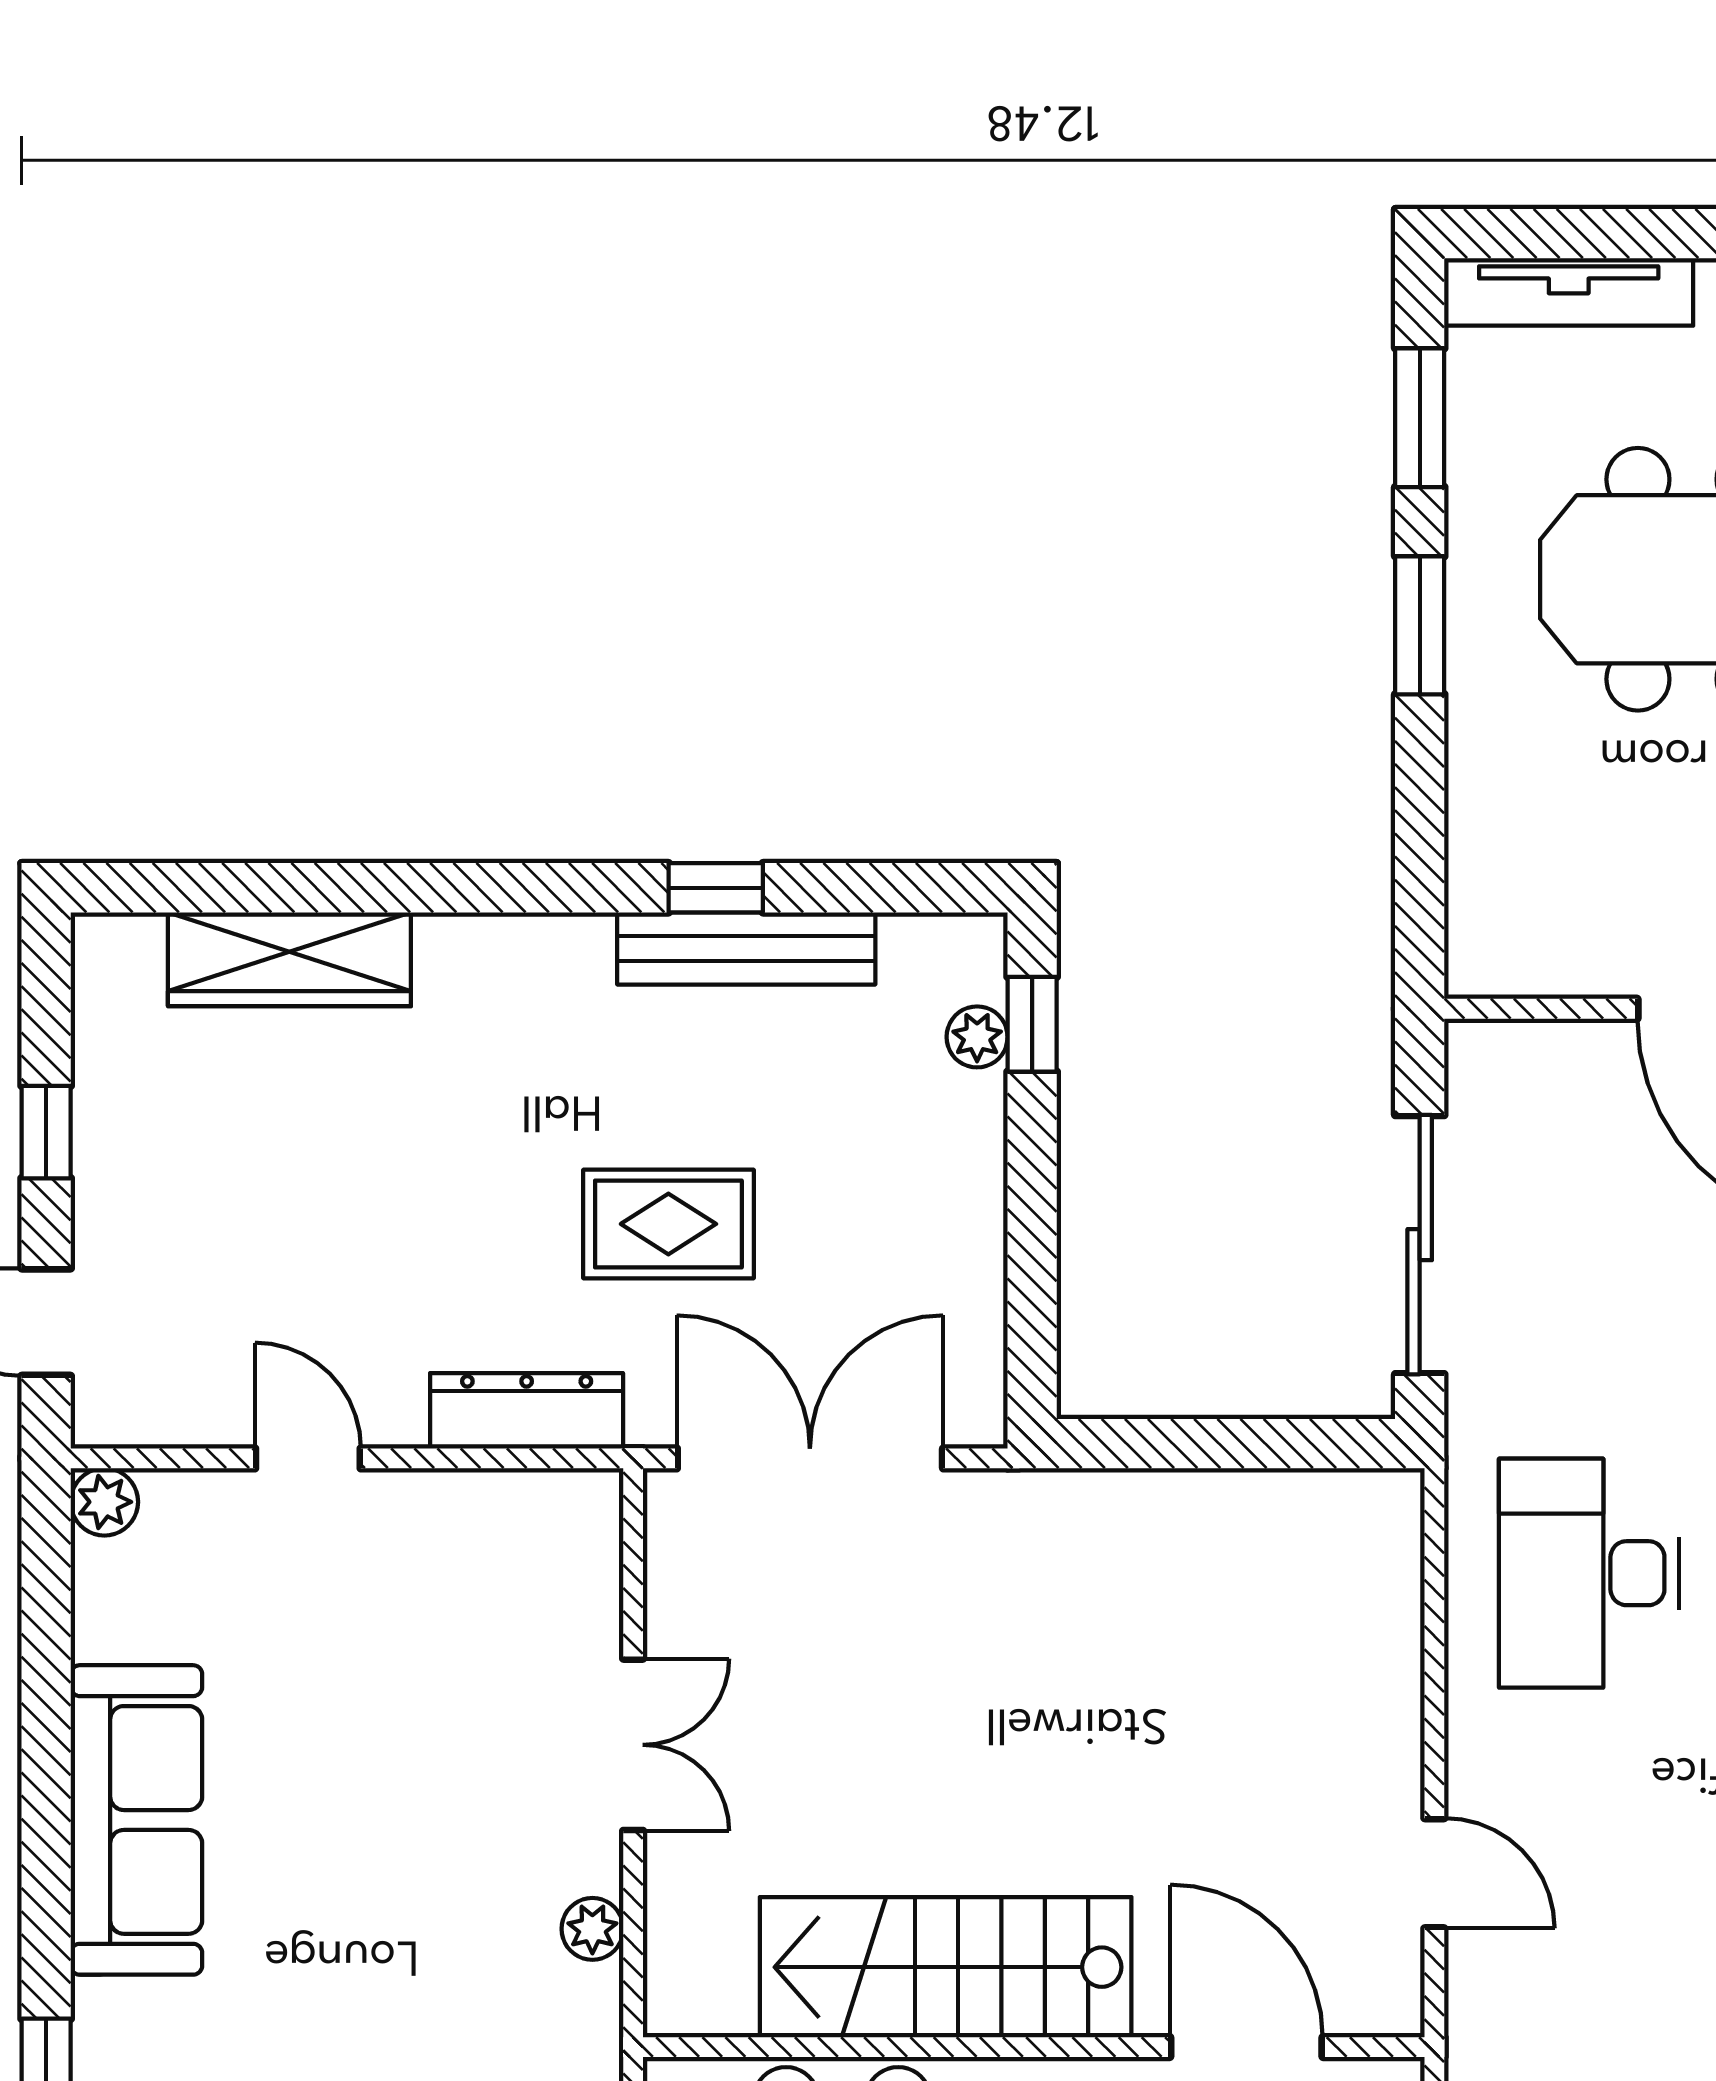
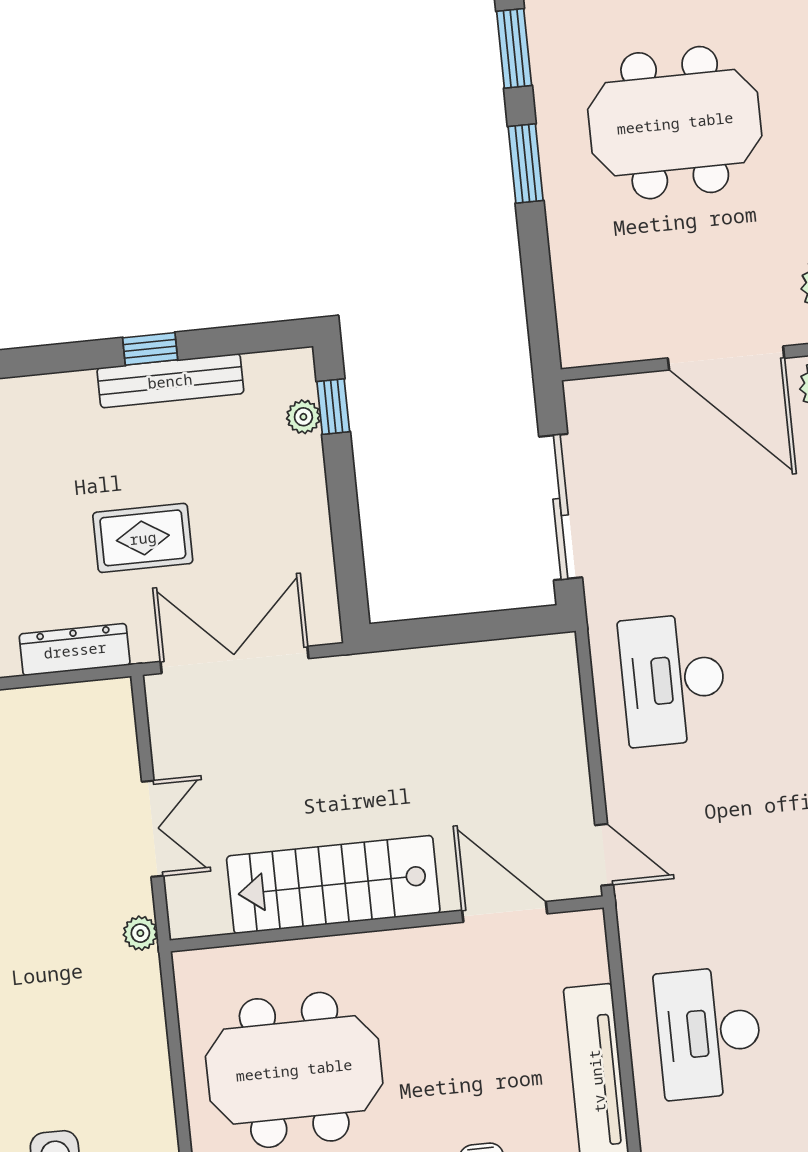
stairs: (946, 1967) -> (333, 885), moved
wall: (1034, 2047) -> (387, 924), moved
door: (1246, 2047) -> (505, 912), moved

